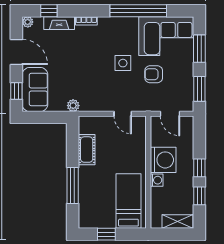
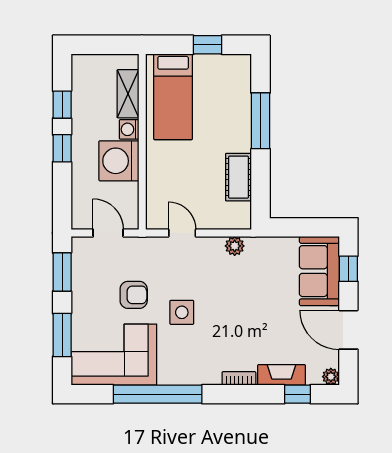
plant: (73, 106) -> (235, 246), moved
shelving: (178, 222) -> (128, 94), moved, turned 90

